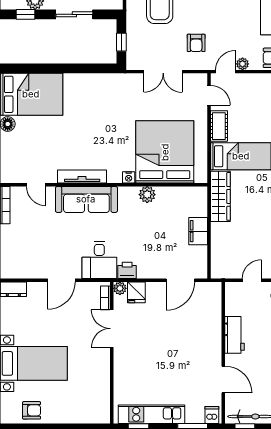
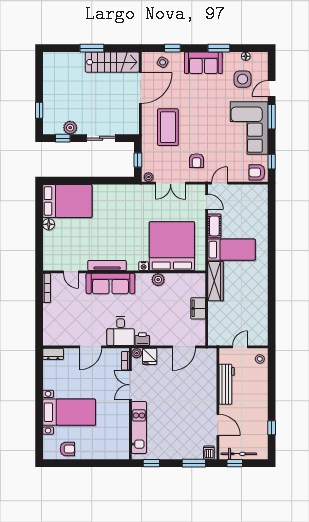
plant: (243, 64) -> (149, 177), moved
workbench: (234, 335) -> (227, 384), width x1.38
kitchen unit: (151, 414) -> (139, 427), moved, turned 90

